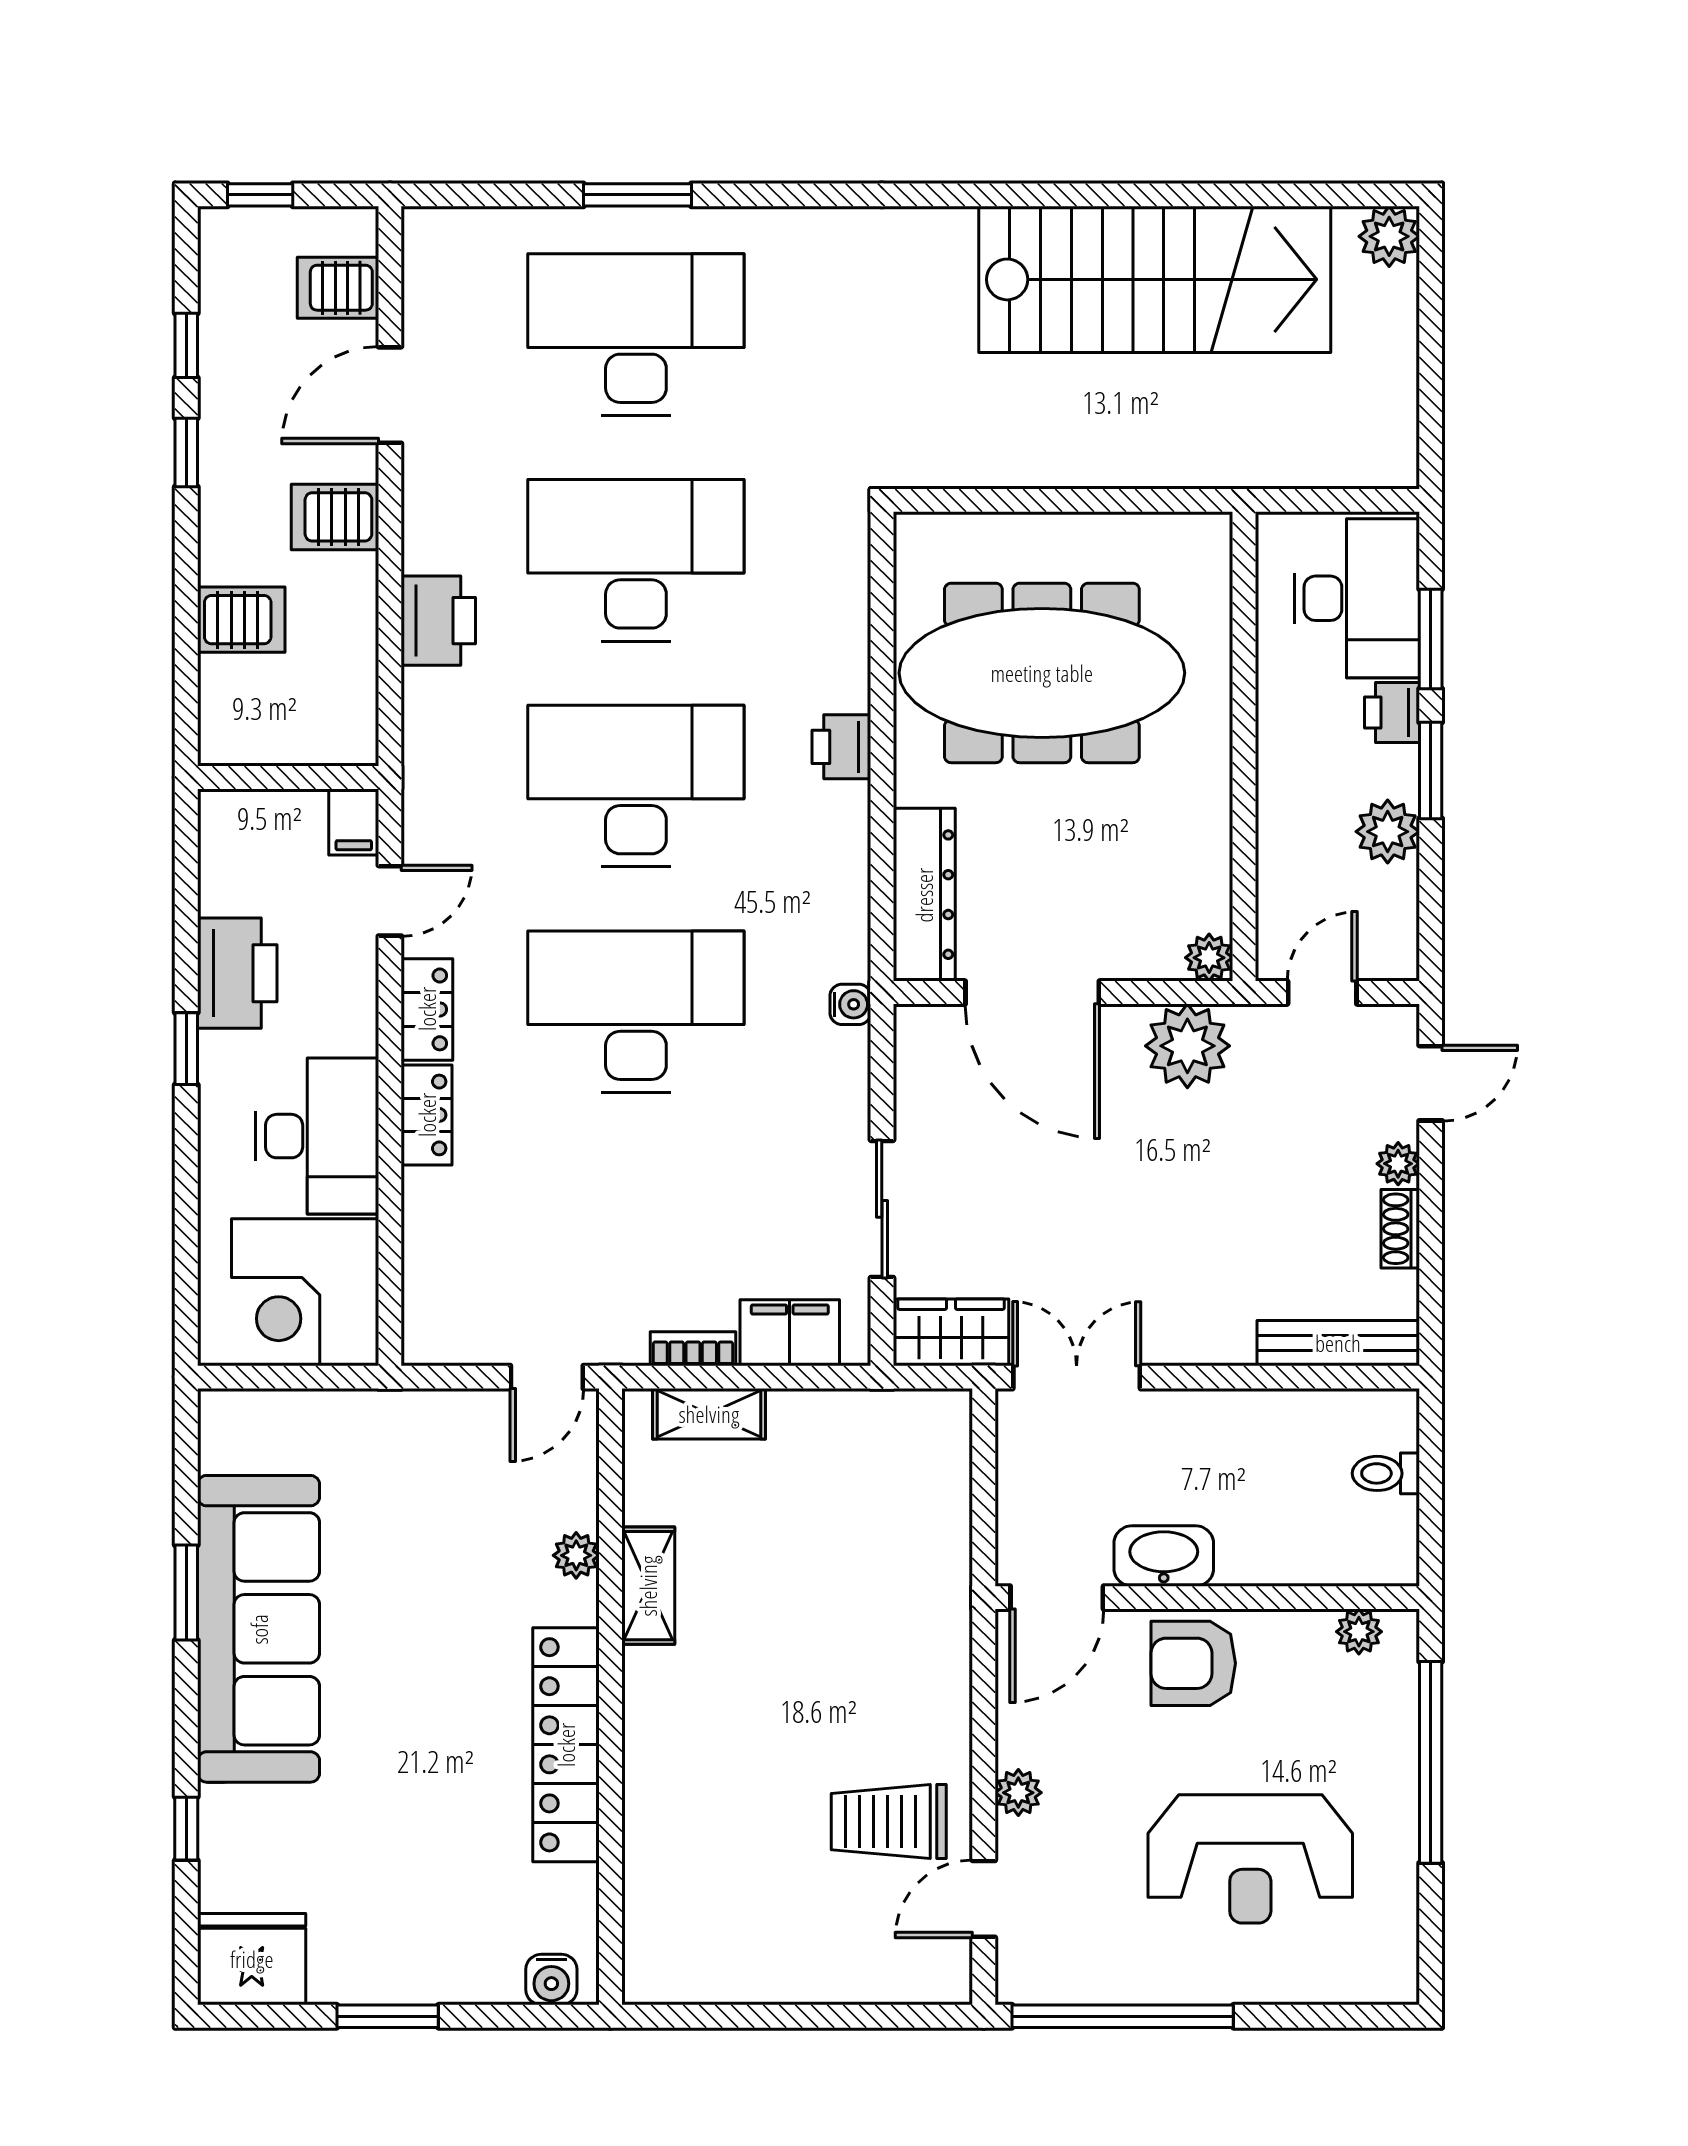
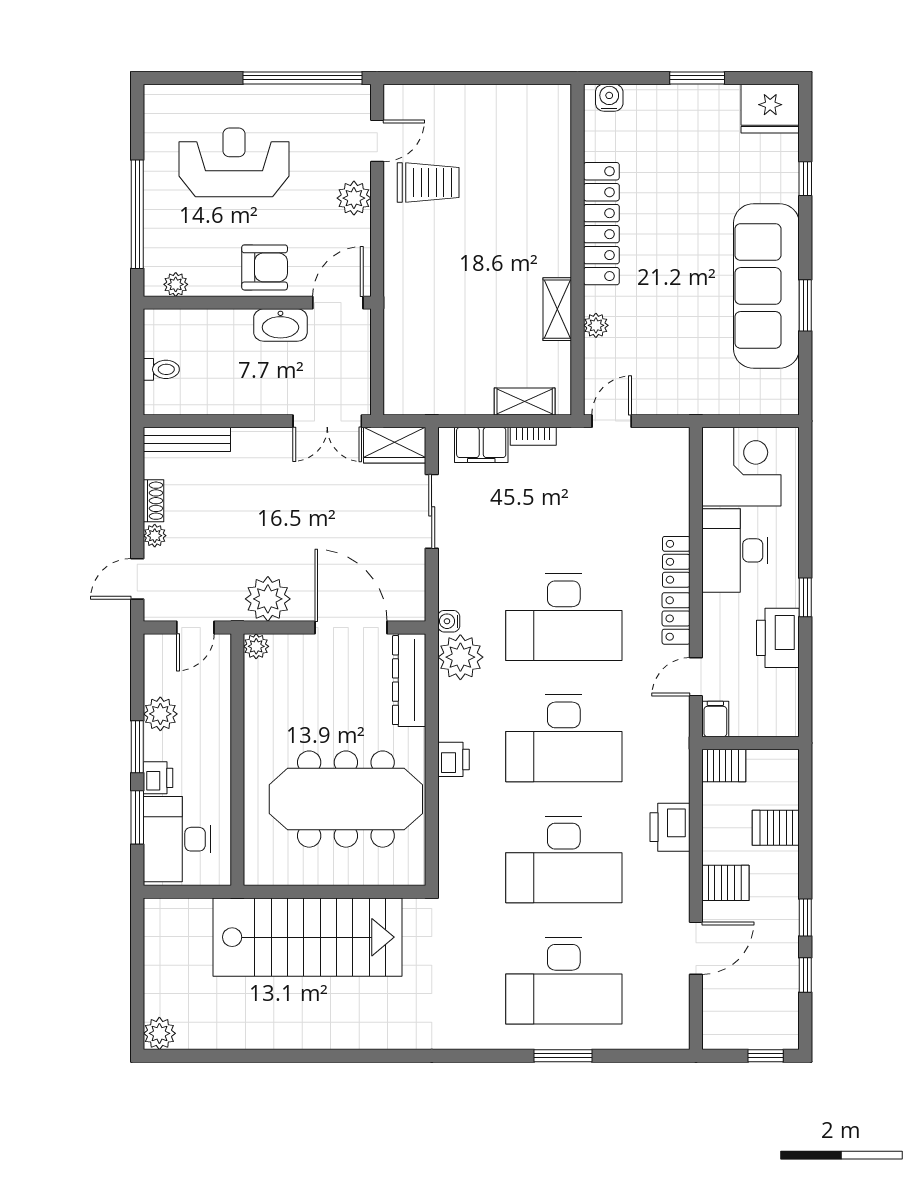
stairs: (1155, 279) -> (308, 937), moved, turned 180
server rack: (338, 288) -> (724, 765), moved
plant: (829, 937) -> (460, 657), added
plant: (1018, 1793) -> (354, 198), width x1.38, depth x1.38

